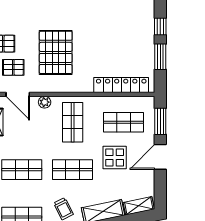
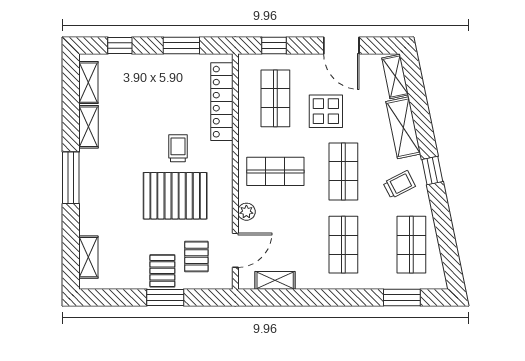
window: (160, 26) -> (120, 46), moved
trolley: (89, 54) -> (178, 148), added
window: (160, 121) -> (274, 46), width x0.67
door: (160, 157) -> (341, 46), moved

